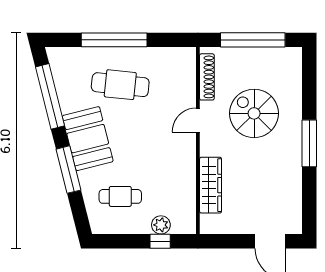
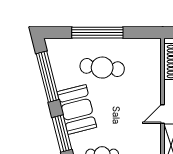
door: (198, 120) -> (163, 114), moved

